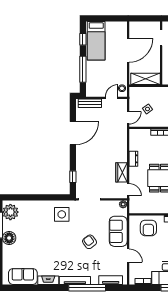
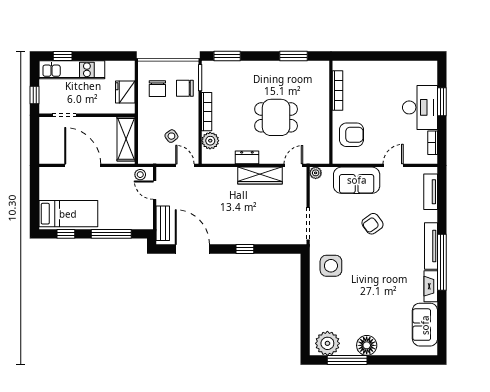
door: (73, 133) -> (192, 249), moved
plant: (144, 135) -> (210, 141), added
wardrobe: (121, 172) -> (260, 175), width x1.50
window: (73, 177) -> (245, 249), moved
window: (87, 288) -> (442, 262), moved

